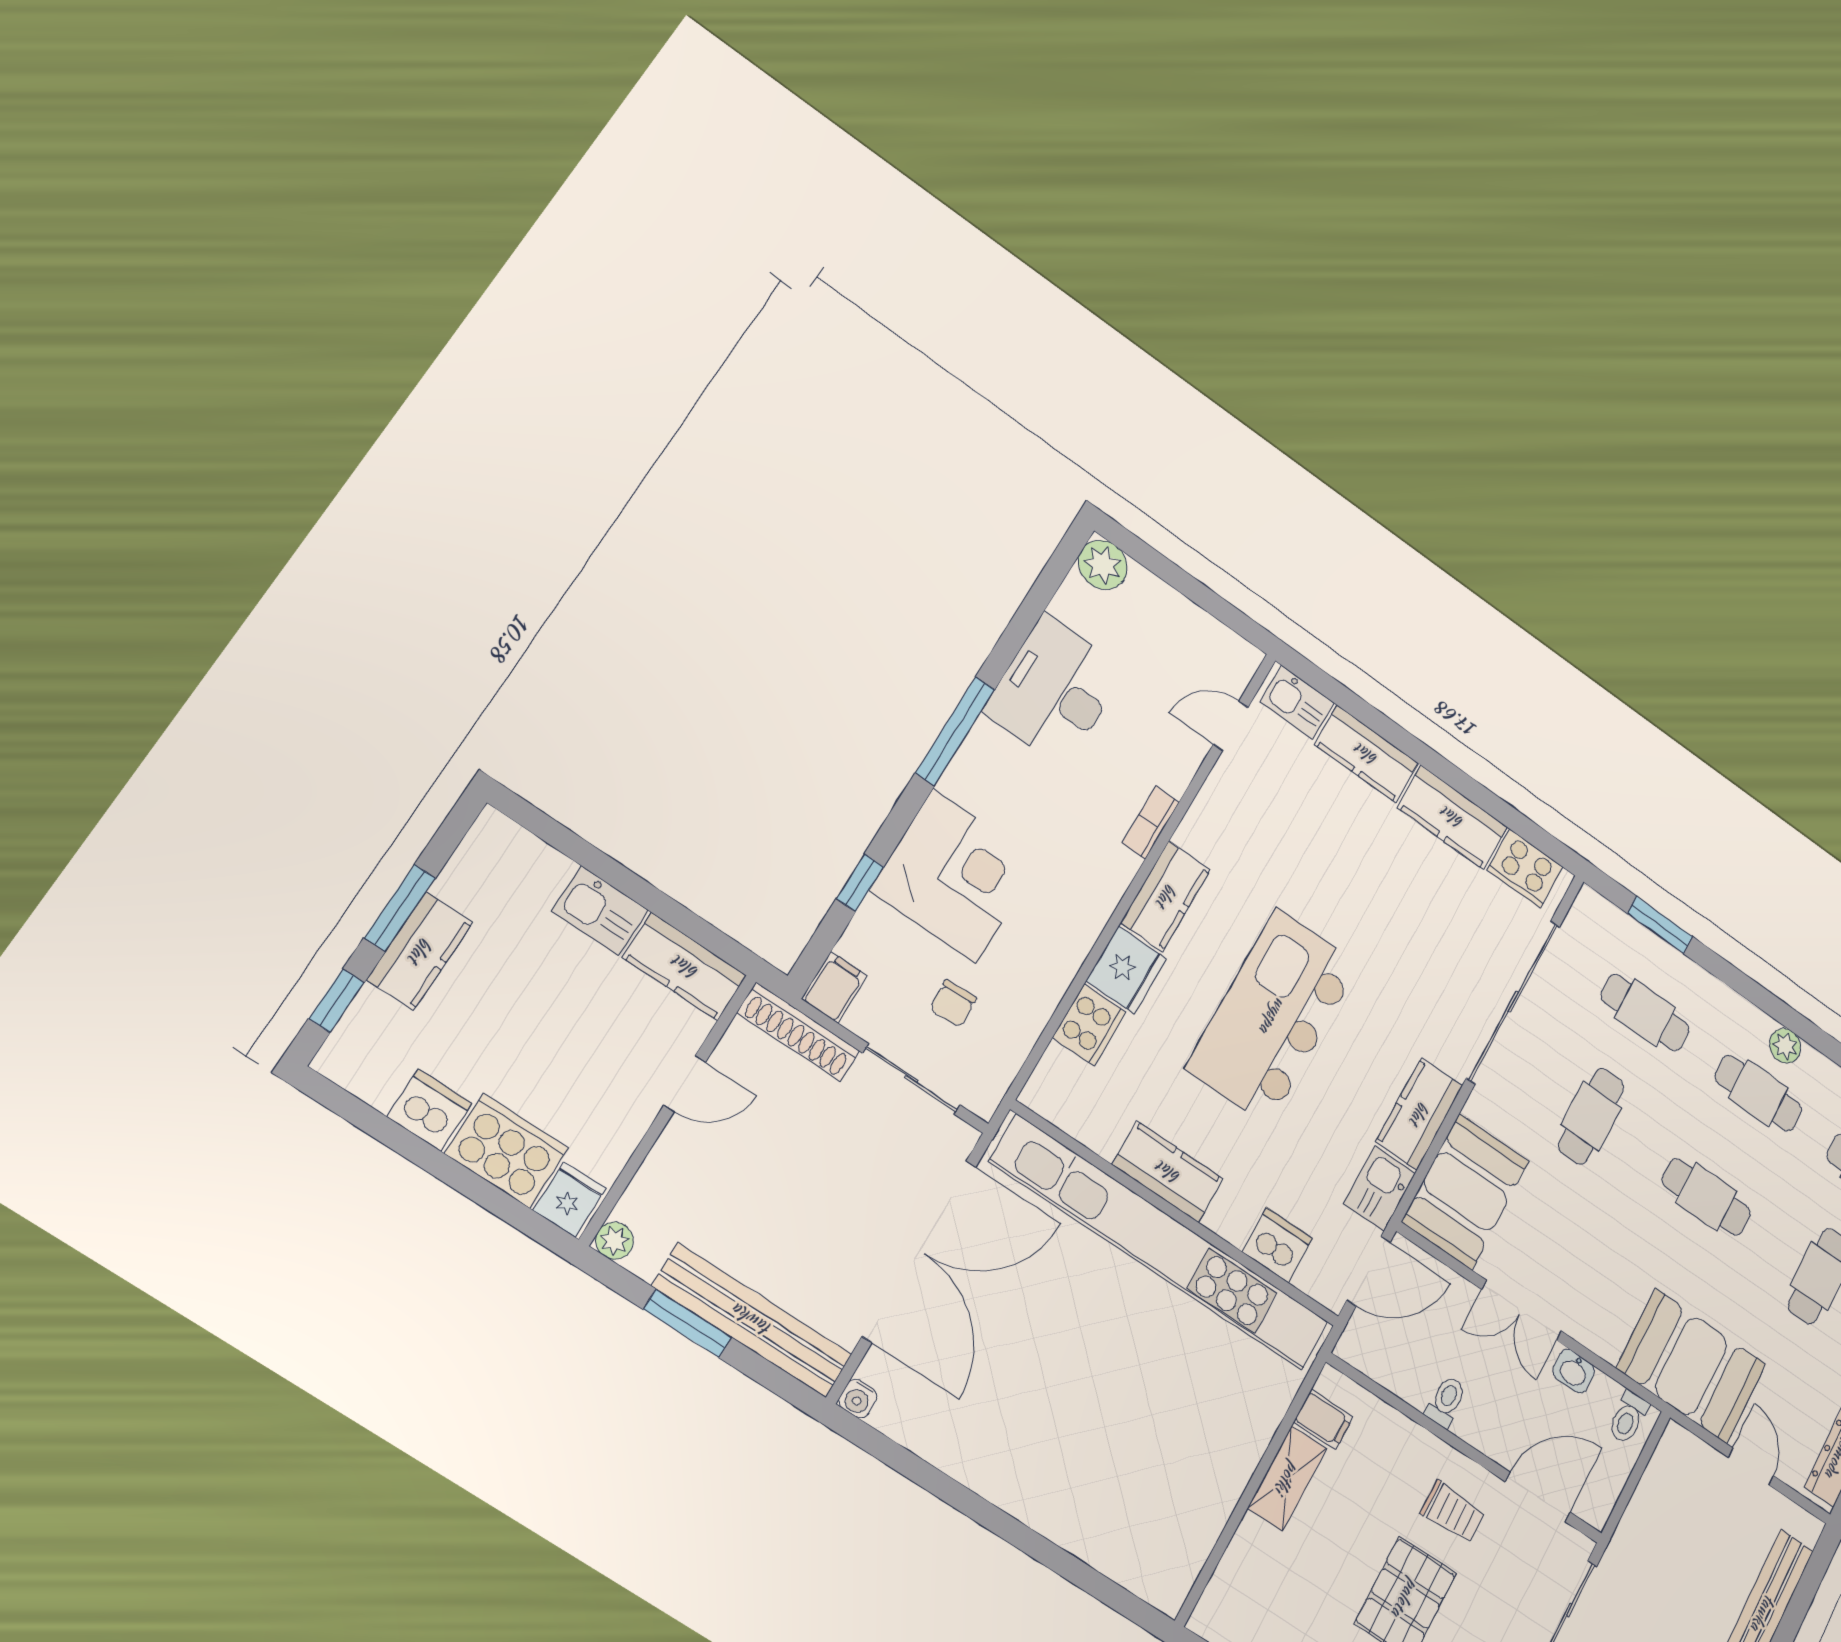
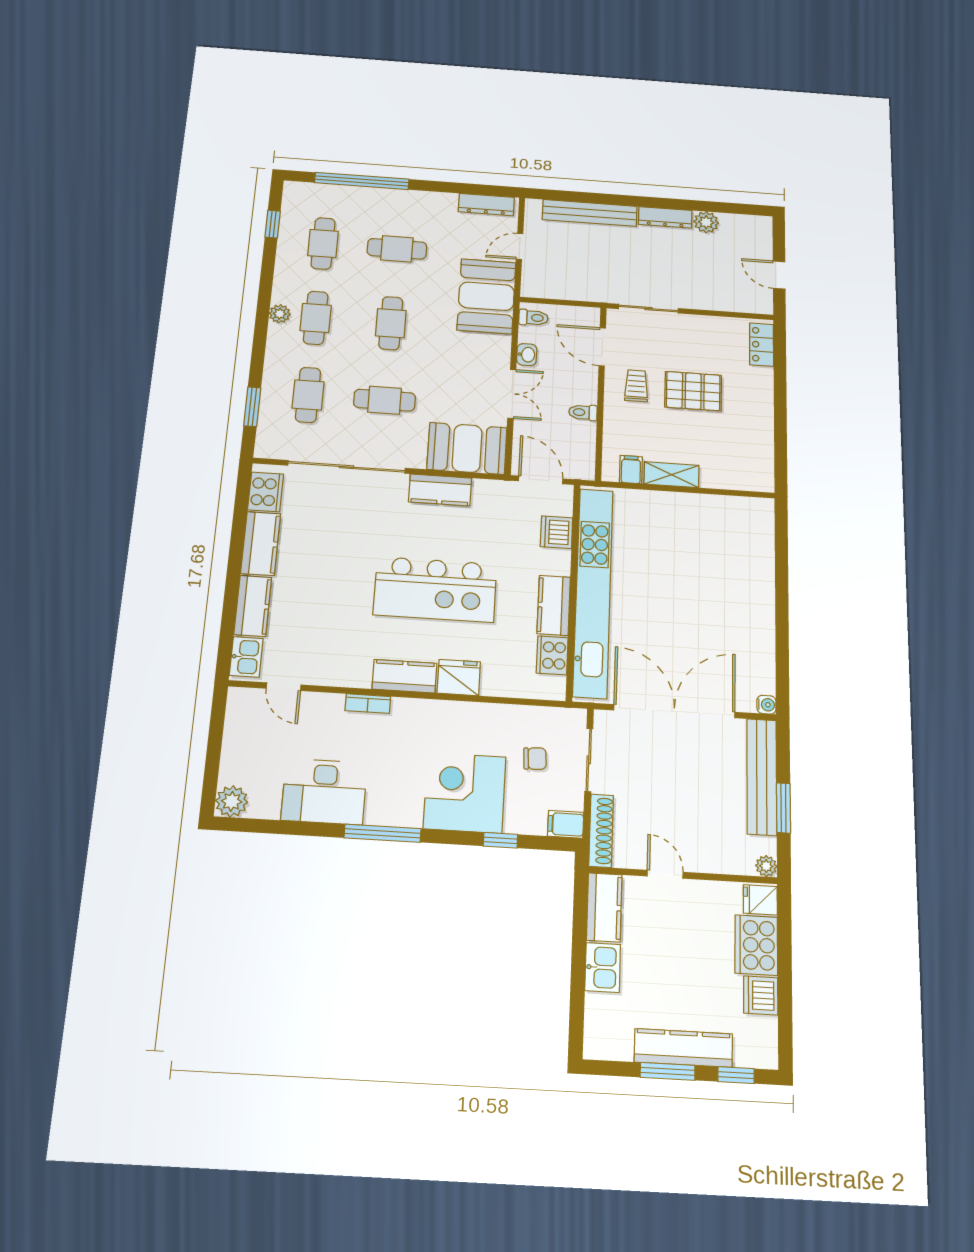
kitchen counter: (420, 951) -> (683, 1048), width x1.50
cooker: (1089, 1025) -> (552, 655), moved, turned -90
kitchen sink: (1380, 1188) -> (493, 493), removed

